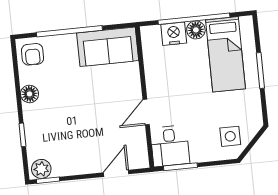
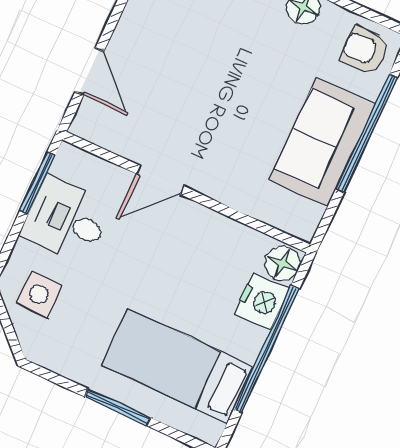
floor lamp: (196, 30) -> (282, 264), moved
sofa: (108, 47) -> (322, 142), moved
door: (146, 112) -> (160, 180), swing flipped
desk: (170, 146) -> (66, 220), moved

